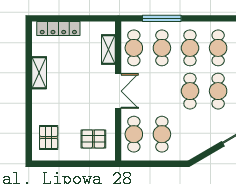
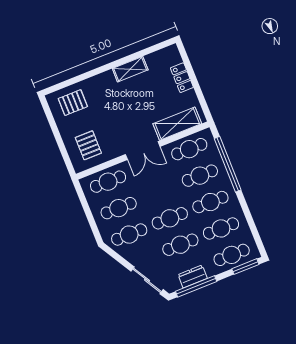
window: (162, 18) -> (228, 164), width x1.46
locker: (58, 29) -> (182, 78), width x0.66
shelving: (108, 50) -> (177, 124), width x1.50, depth x1.33
cafe table: (190, 134) -> (129, 235), added

